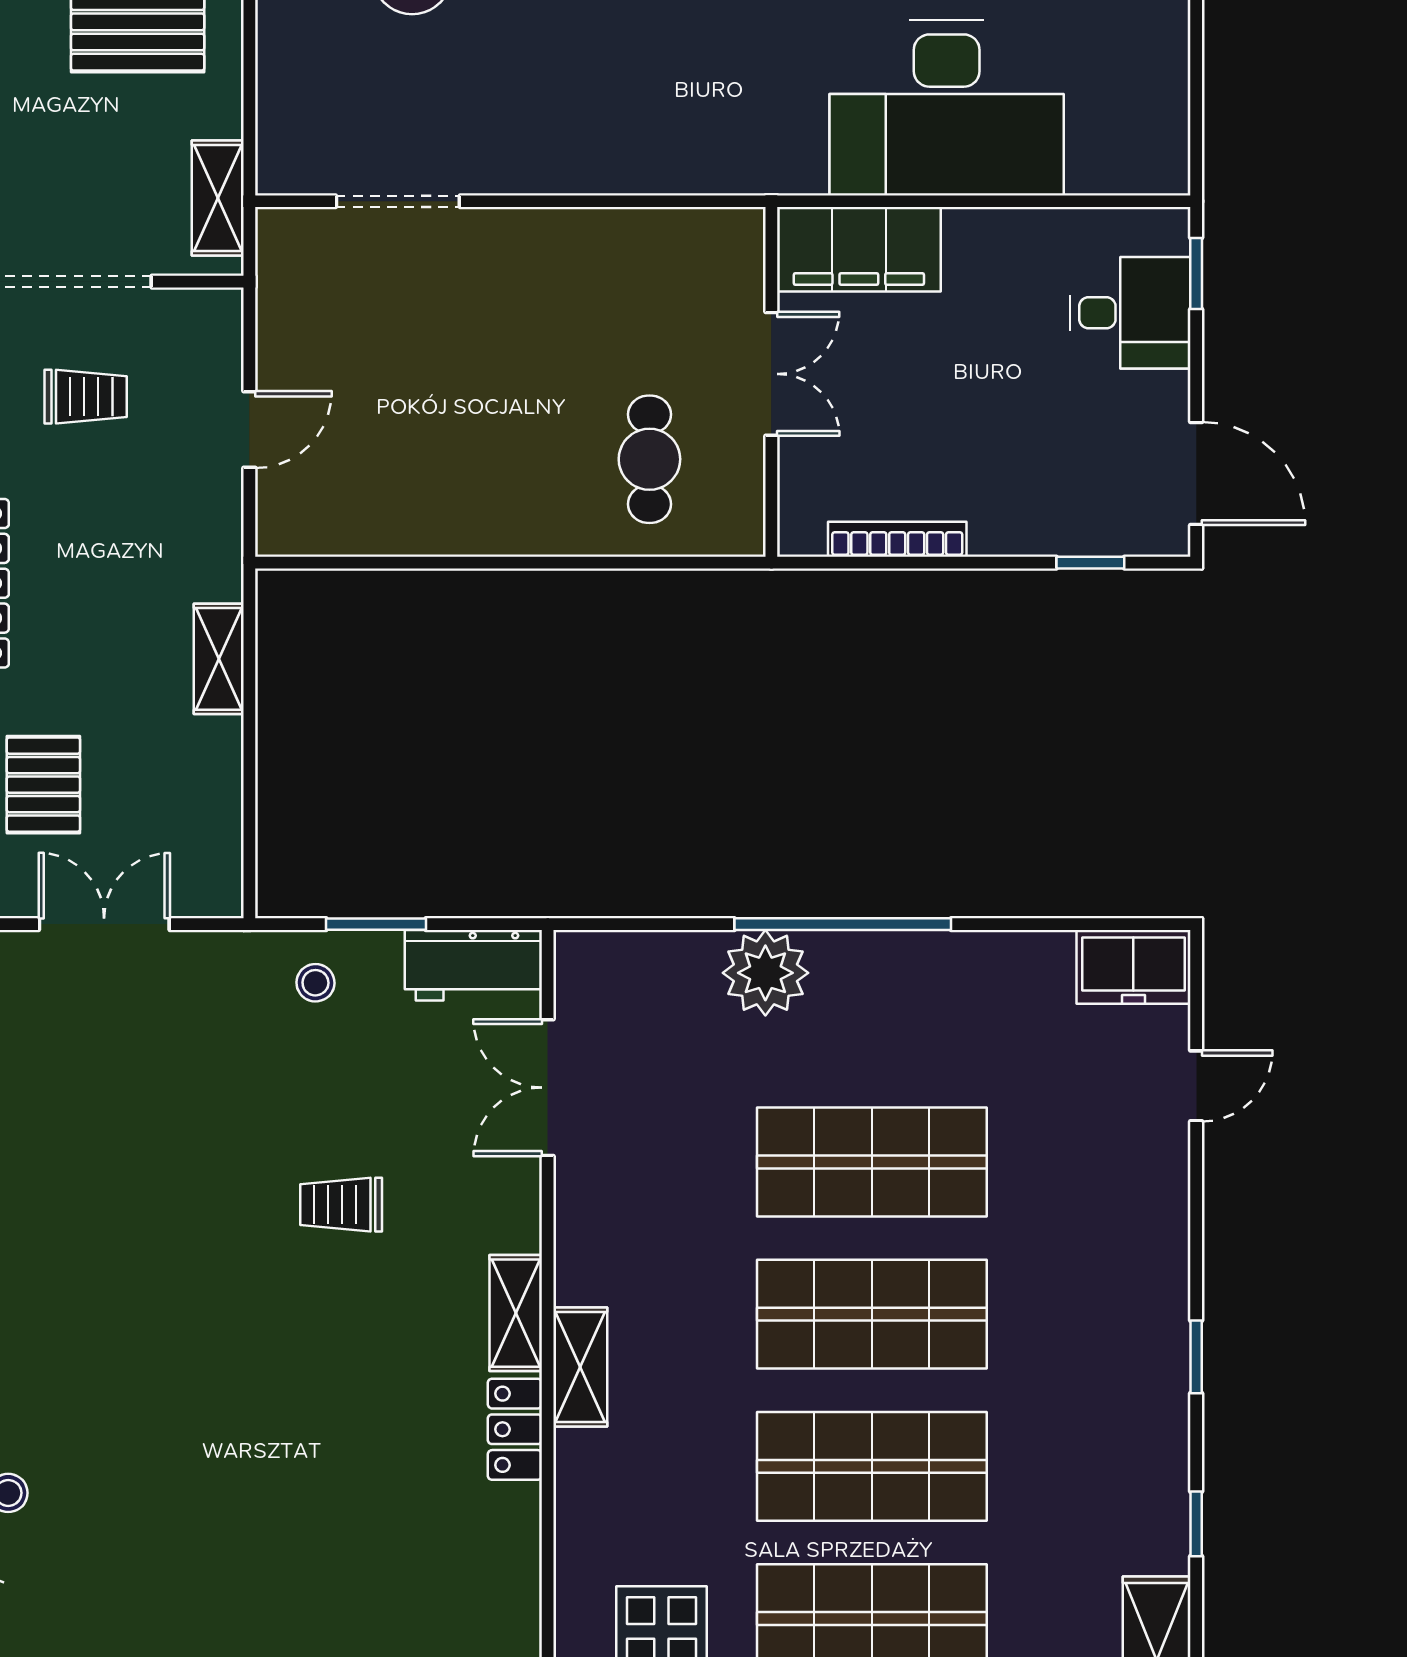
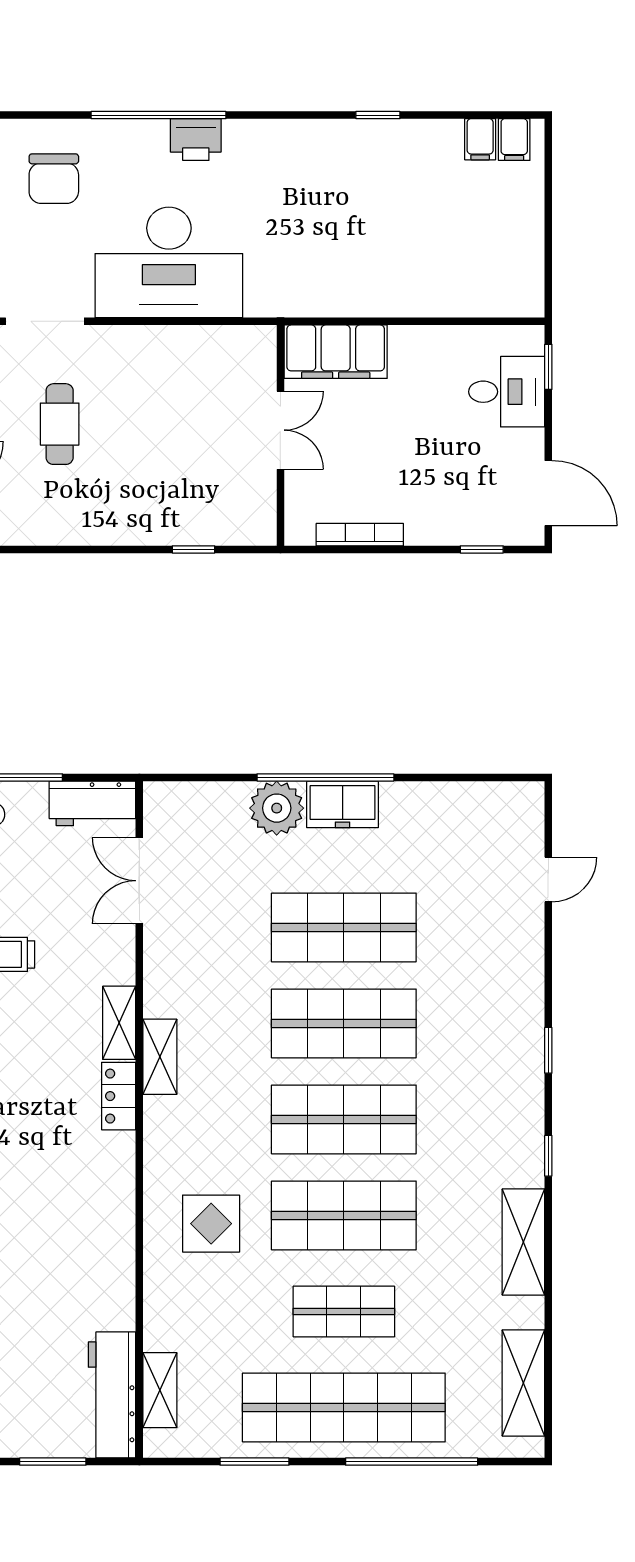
desk: (947, 108) -> (169, 262), moved
cafe table: (649, 459) -> (60, 424), moved
window: (634, 563) -> (194, 549), added
freezer: (1133, 967) -> (343, 804), moved

